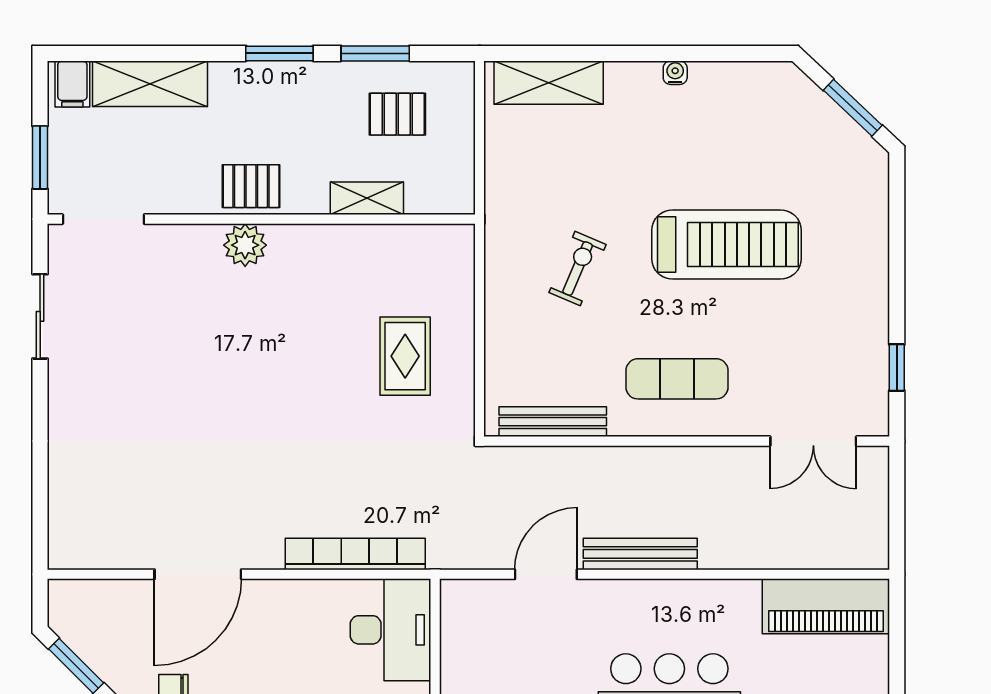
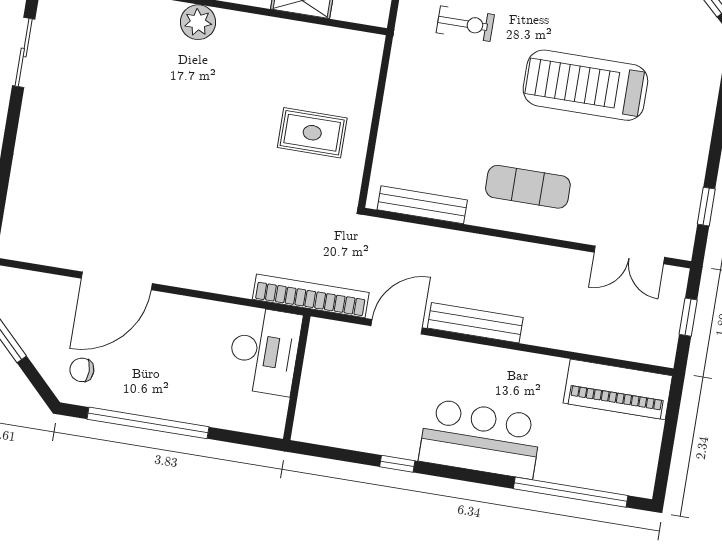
treadmill: (727, 244) -> (585, 85), turned 180
exercise bike: (578, 268) -> (465, 24), moved, turned 67
rug: (405, 356) -> (312, 133), turned 90
window: (897, 505) -> (688, 317), added
bookcase: (355, 554) -> (311, 296), moved

